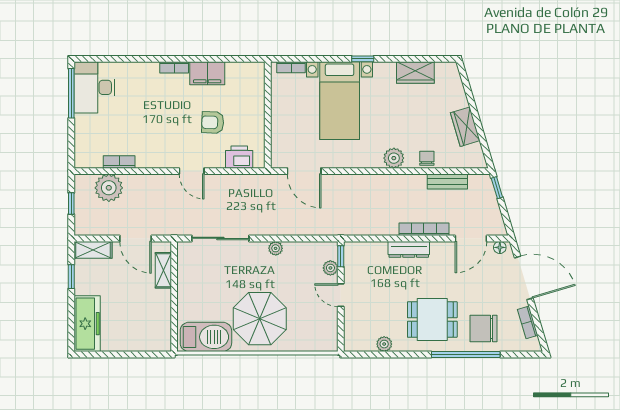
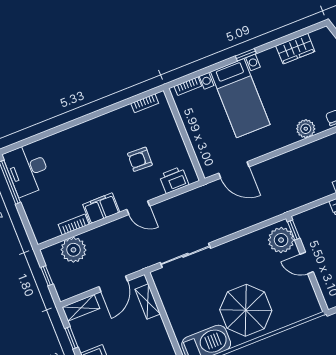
bookcase: (174, 67) -> (145, 103), moved
filing cabinet: (207, 73) -> (101, 208), moved, turned 180
door: (136, 238) -> (113, 284), hinge flipped
plant: (276, 248) -> (236, 245), removed
plant: (330, 268) -> (281, 240), width x1.88, depth x1.88

